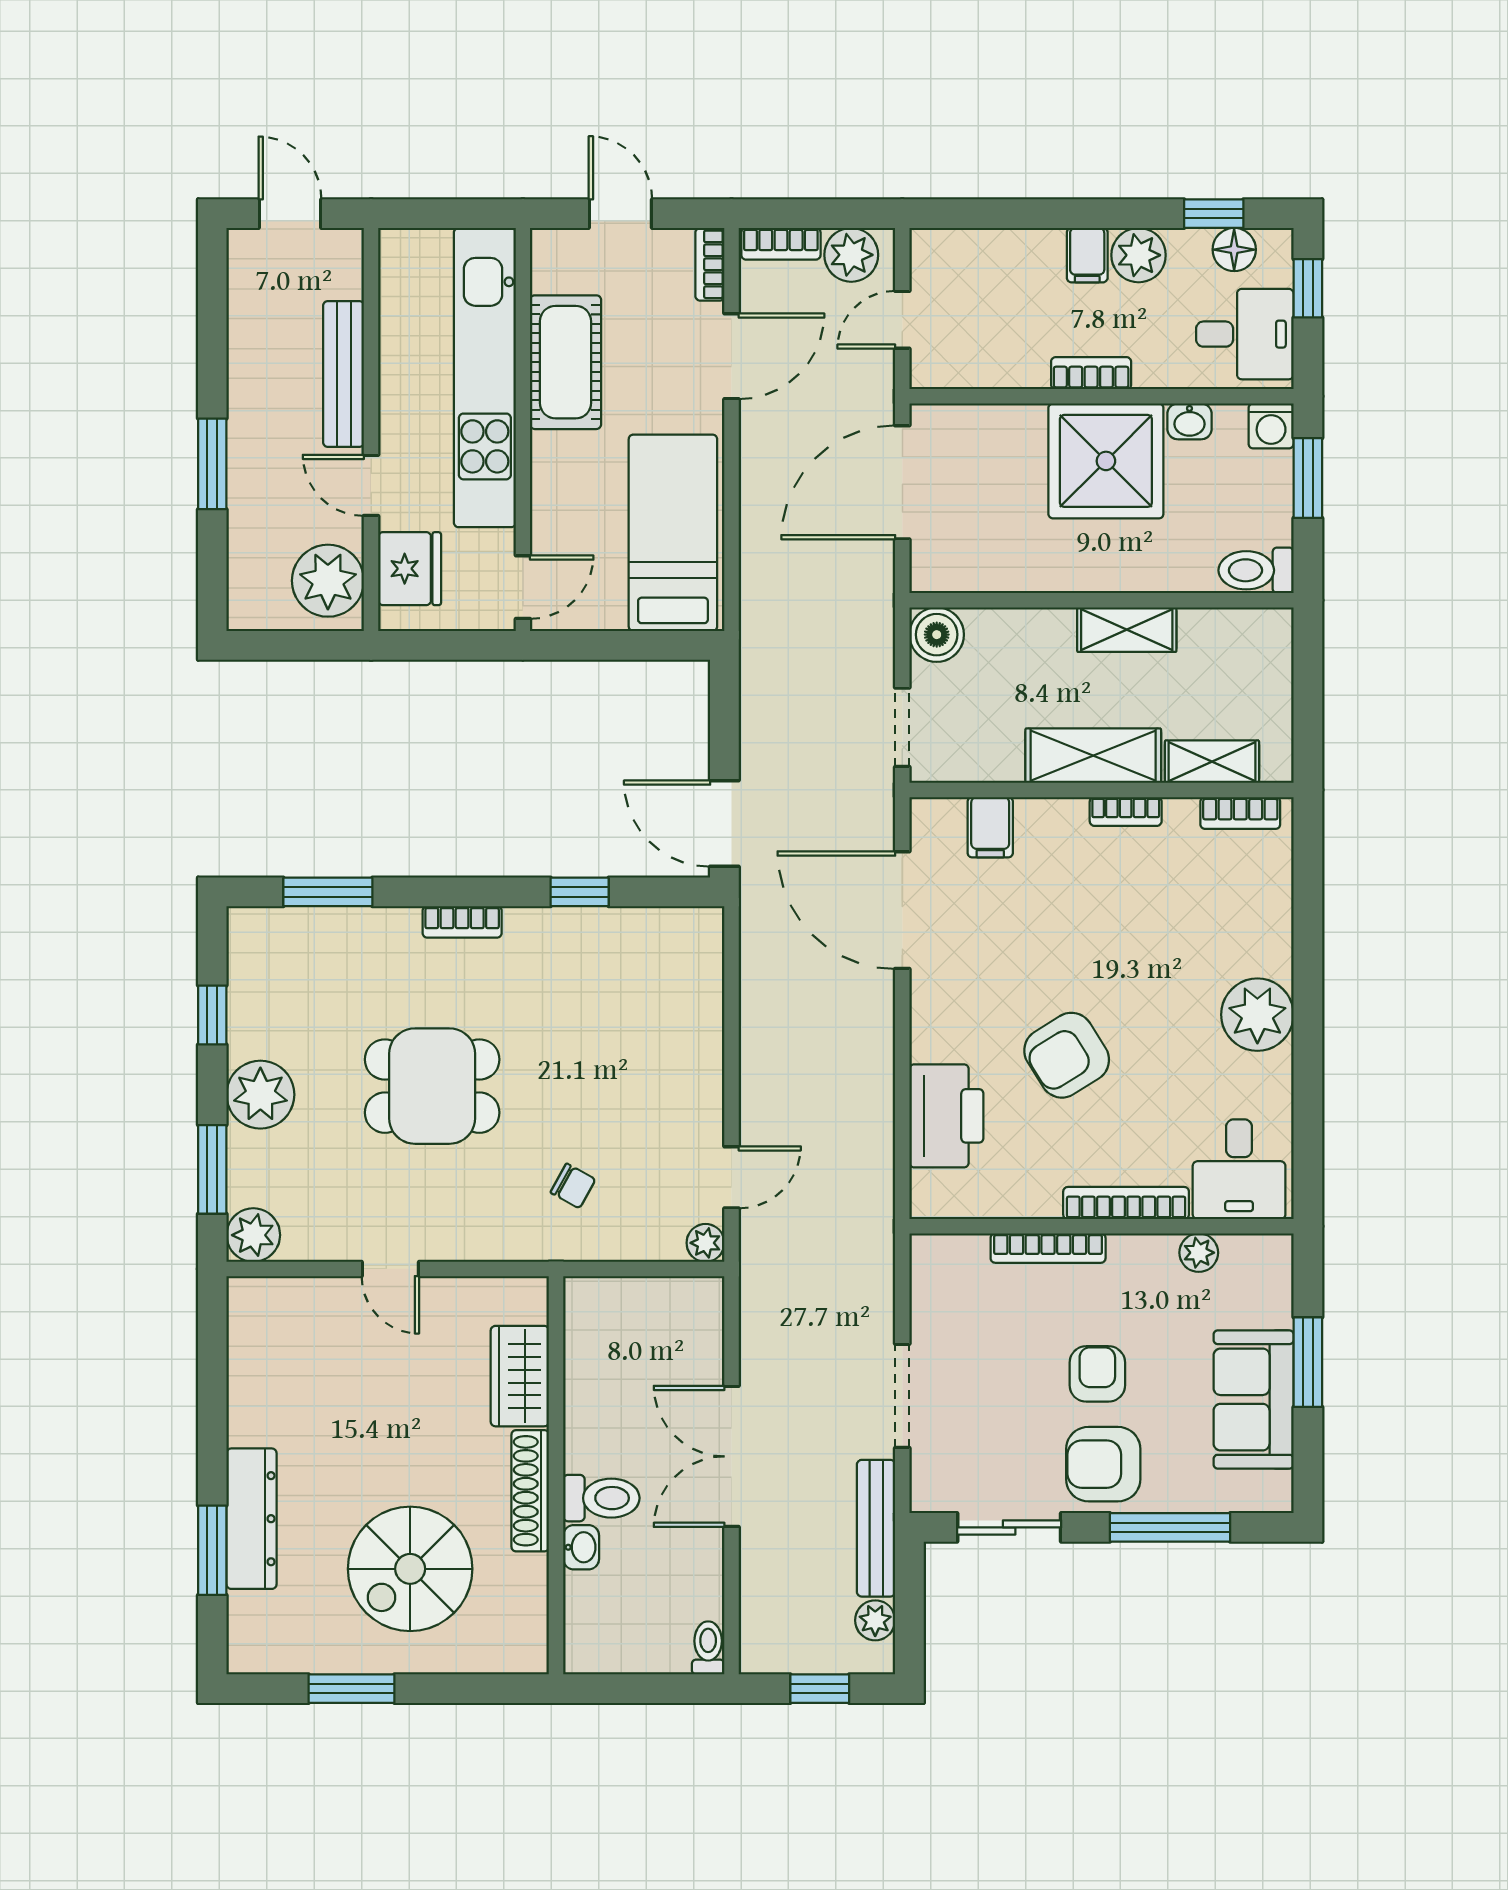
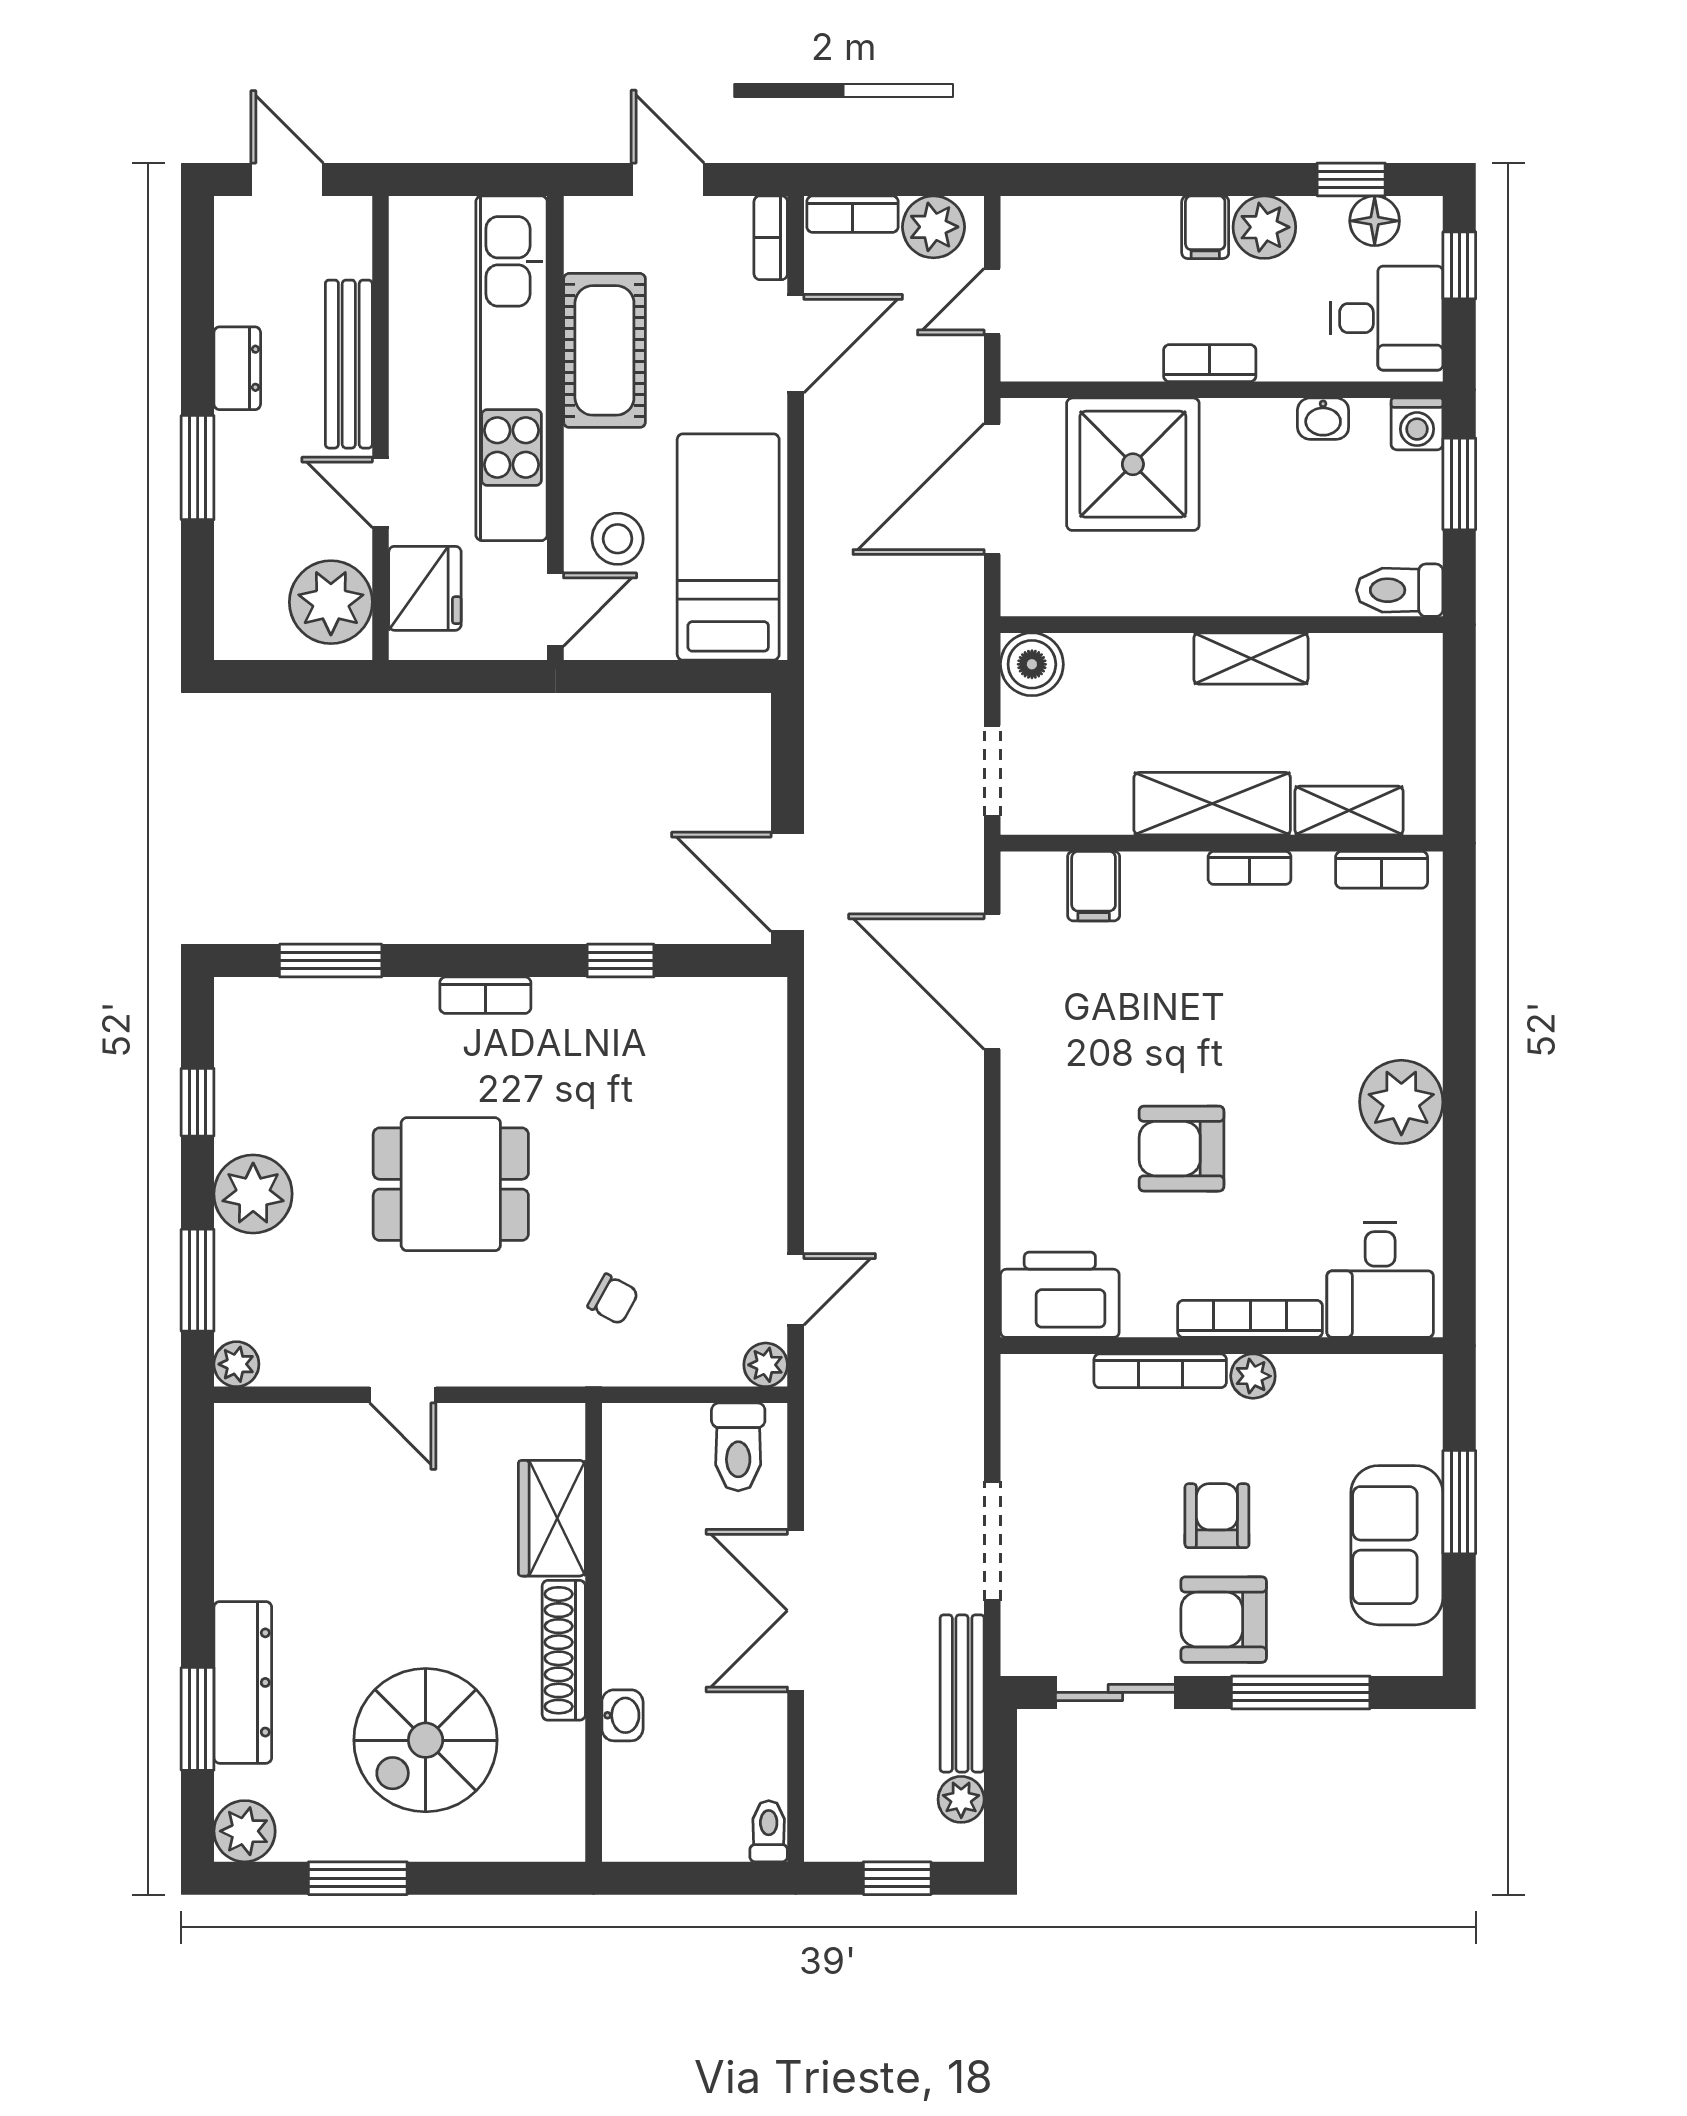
dresser: (247, 378) -> (237, 368), added
shower: (1106, 461) -> (1133, 464), moved
stool: (577, 526) -> (618, 539), added
armchair: (1067, 1055) -> (1182, 1149), turned 32
printer: (946, 1116) -> (1060, 1295), moved, turned -90
plant: (253, 1235) -> (236, 1364), width x0.73, depth x0.73
plant: (1199, 1253) -> (1253, 1376), moved
toilet: (601, 1498) -> (738, 1447), moved, turned 90
plant: (253, 1648) -> (245, 1831), added

